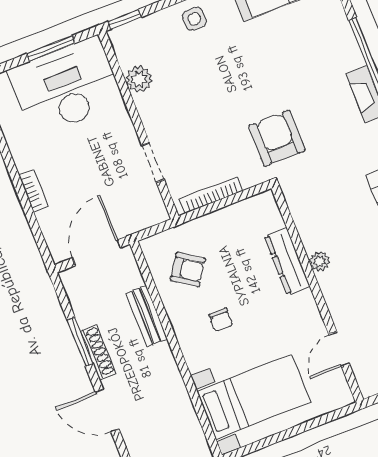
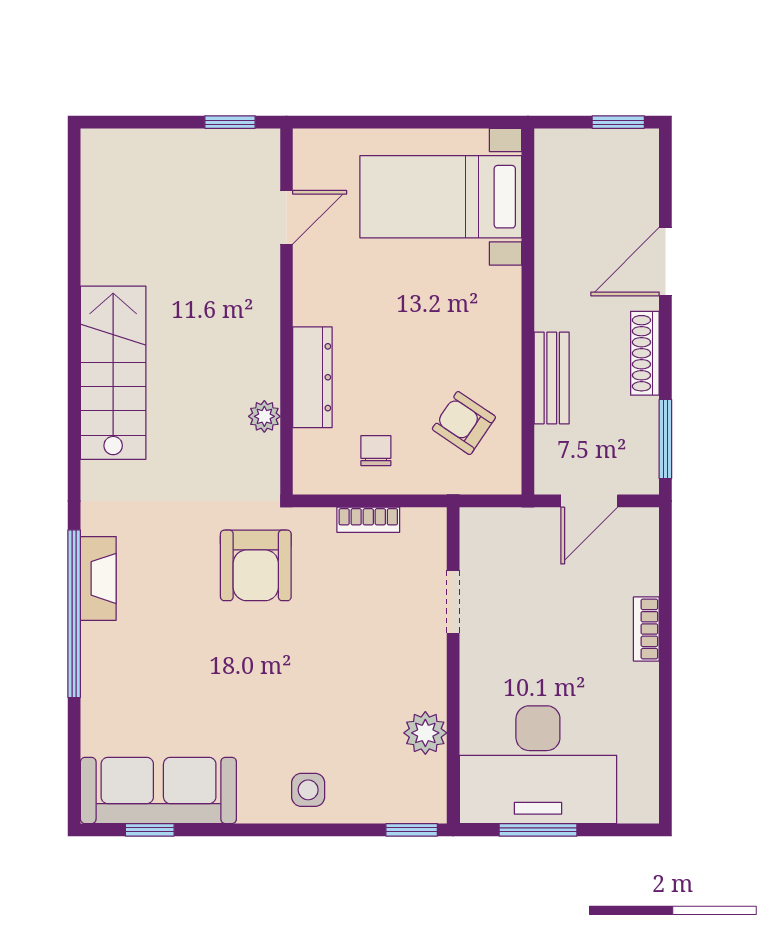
bookcase: (211, 195) -> (368, 520), width x0.64
door: (97, 253) -> (589, 501), width x0.73
plant: (320, 261) -> (264, 416), moved
chair: (221, 320) -> (376, 451), moved
window: (80, 342) -> (665, 439), moved
door: (107, 410) -> (665, 262), swing flipped

